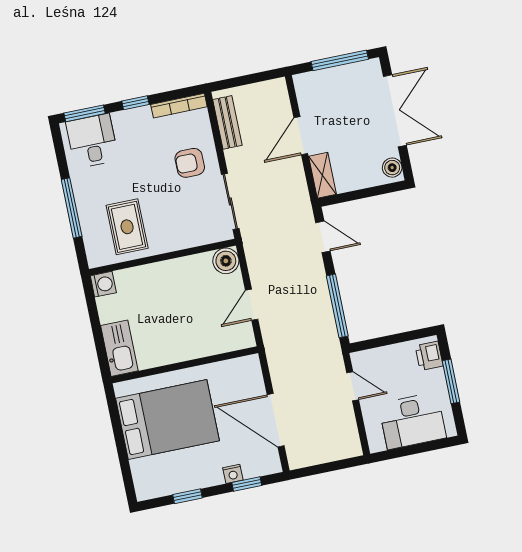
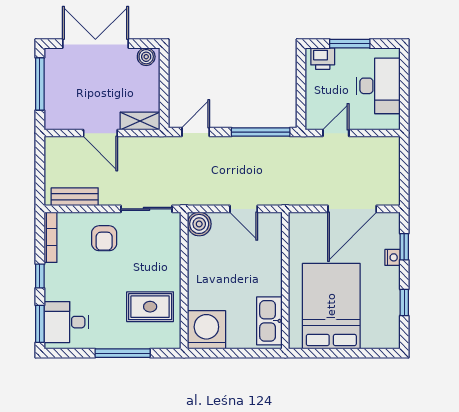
washing machine: (103, 284) -> (206, 330), width x1.89, depth x1.89
kitchen sink: (119, 348) -> (269, 321), moved, turned -90

